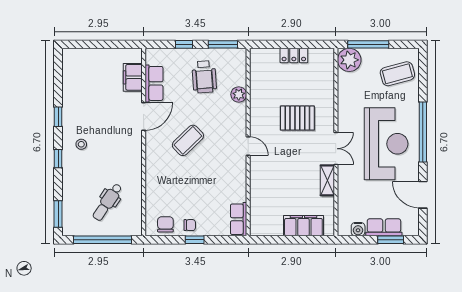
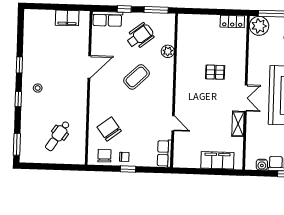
locker: (294, 56) -> (232, 22), moved
filing cabinet: (133, 77) -> (67, 18), moved, turned -90
wheelchair: (204, 77) -> (140, 36), turned -124
row of seats: (154, 83) -> (107, 19), moved, turned 90
pallet: (297, 118) -> (215, 72), width x0.67, depth x0.71
coffee table: (188, 140) -> (137, 77), moved
door: (248, 146) -> (173, 123), moved
chair: (170, 192) -> (109, 129), added
window: (102, 240) -> (53, 167), removed

